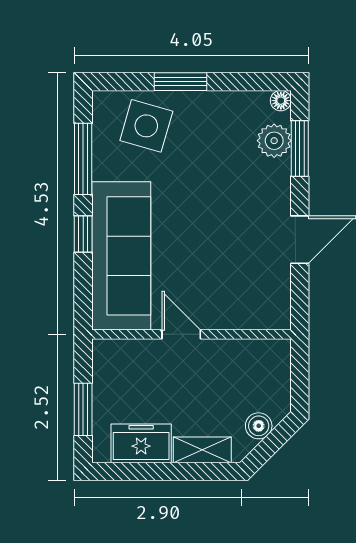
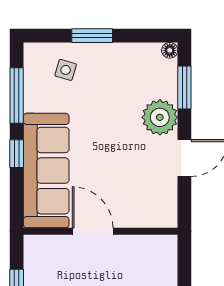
side table: (146, 126) -> (66, 70), width x0.54, depth x0.54
plant: (274, 141) -> (160, 117), moved, width x1.36, depth x1.36
door: (181, 334) -> (93, 231), width x1.38

